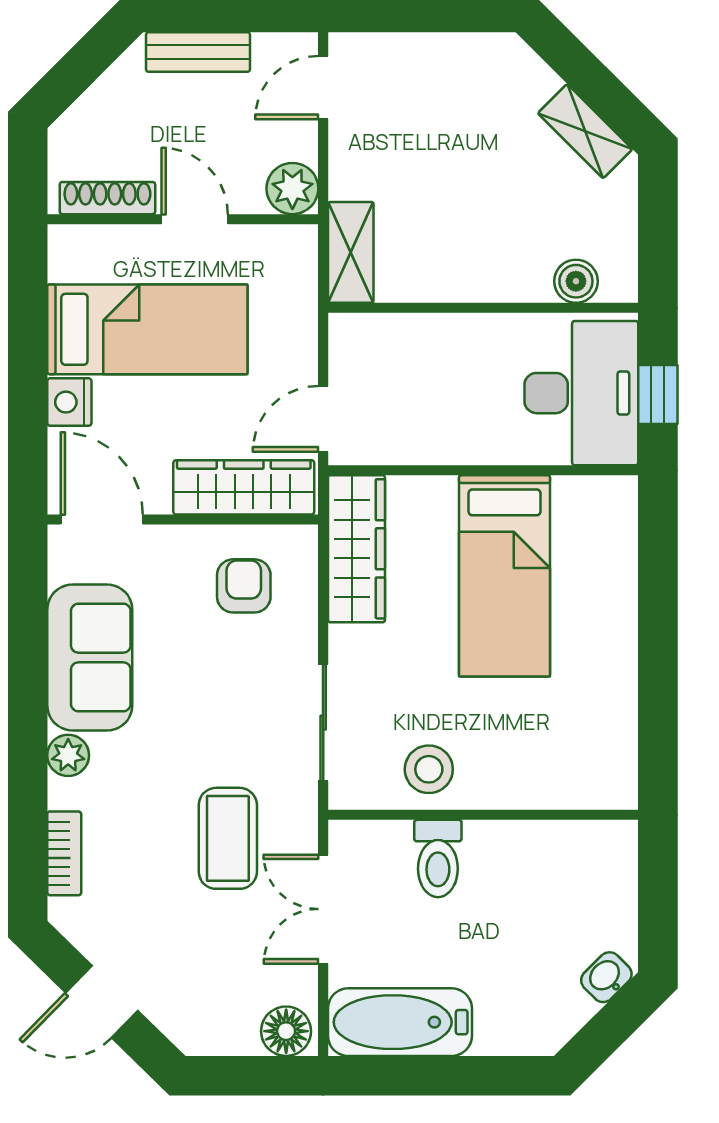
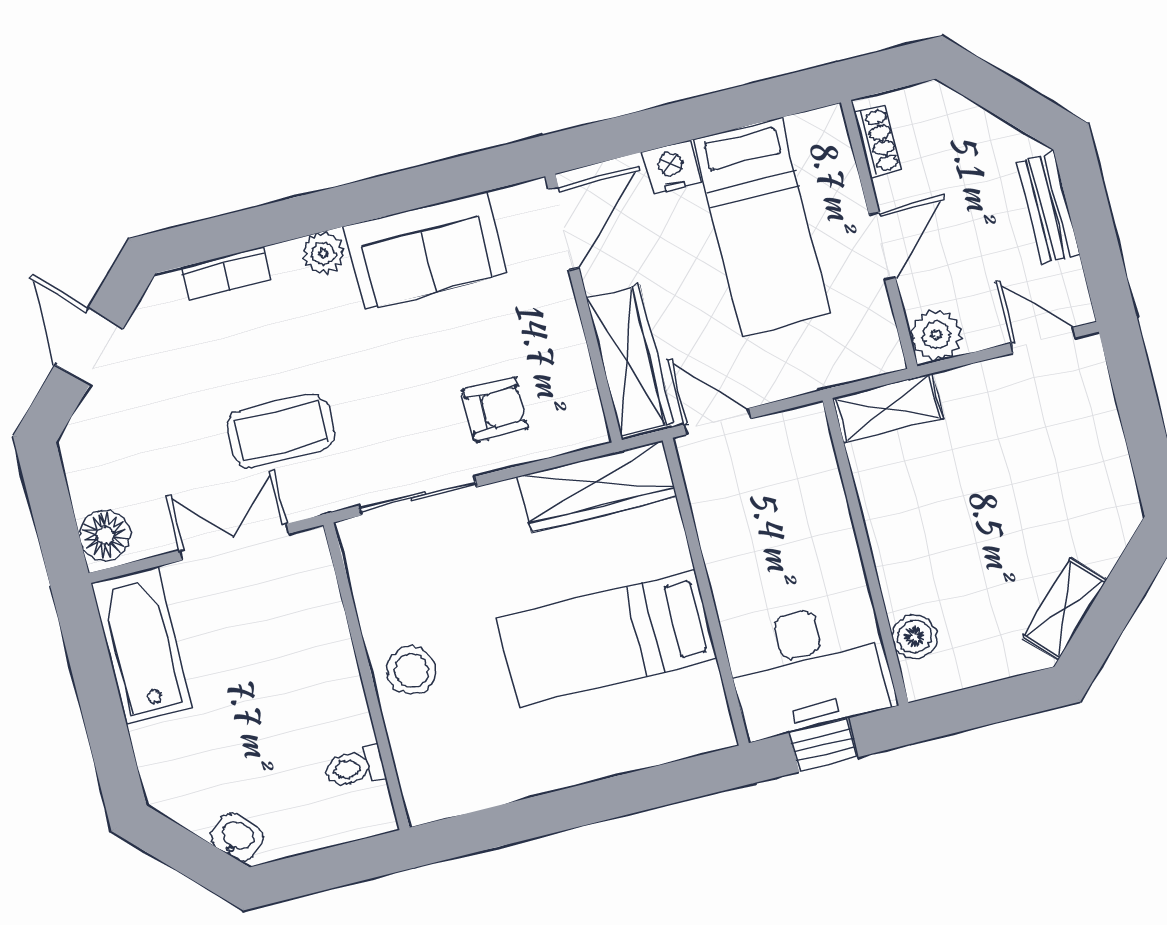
shoe rack: (107, 198) -> (878, 141), width x0.70
armchair: (244, 586) -> (495, 409), moved
stool: (429, 769) -> (411, 670), moved
toilet: (438, 858) -> (355, 767), moved, width x0.73, depth x0.72

